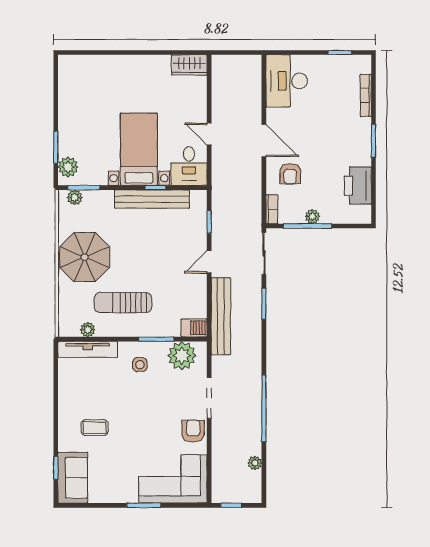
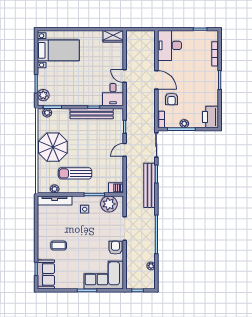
bed with nightstands: (139, 149) -> (58, 50), moved, turned 90
printer: (358, 186) -> (210, 117), moved
bench: (221, 316) -> (149, 185), moved

